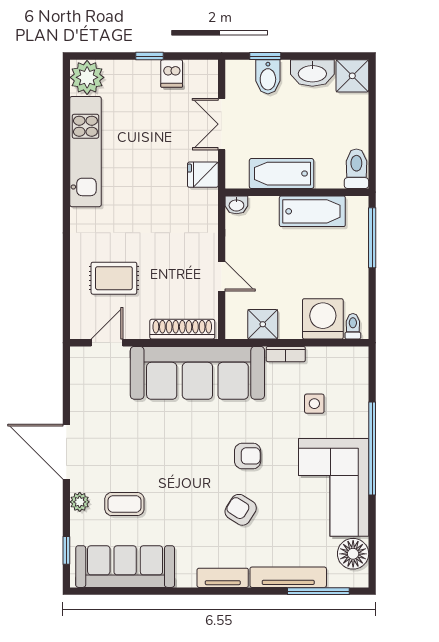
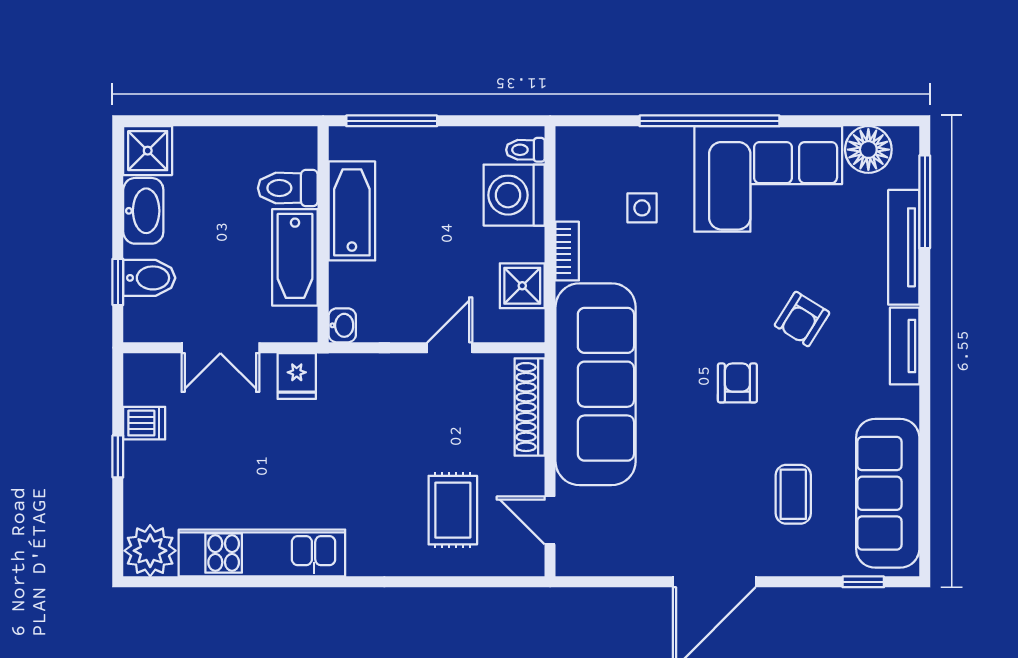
toilet: (356, 169) -> (288, 188), moved
armchair: (248, 456) -> (737, 383), moved
plant: (80, 502) -> (790, 562), removed

